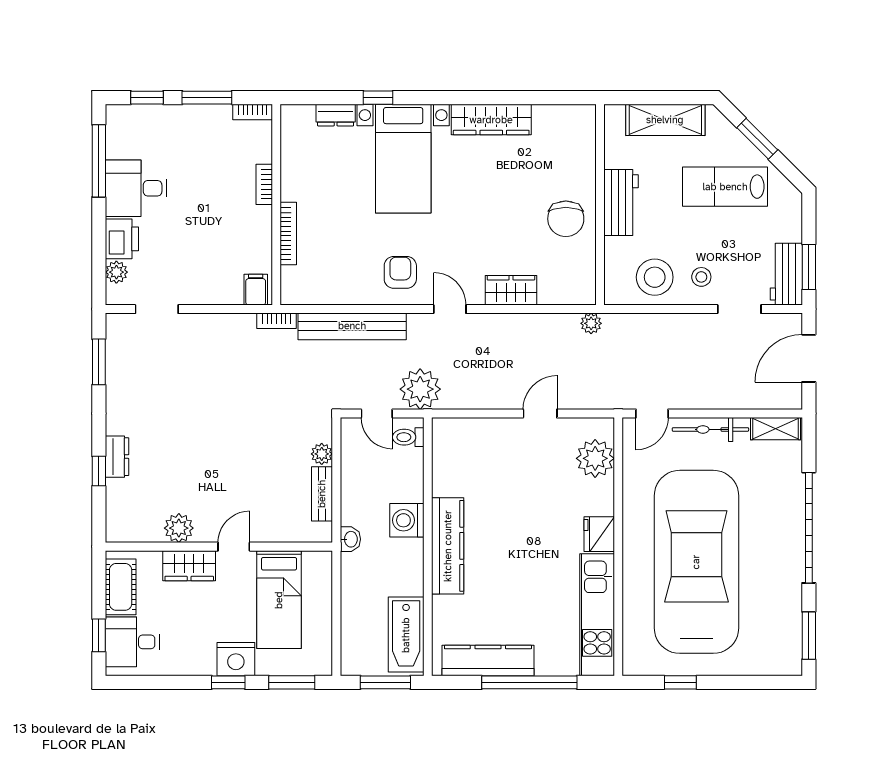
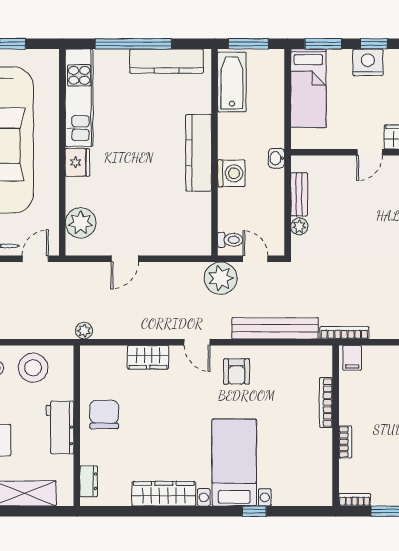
dresser: (336, 115) -> (89, 481), moved, turned 90
bookcase: (276, 321) -> (344, 333), width x1.56
bed: (279, 600) -> (308, 88), moved, turned 180

